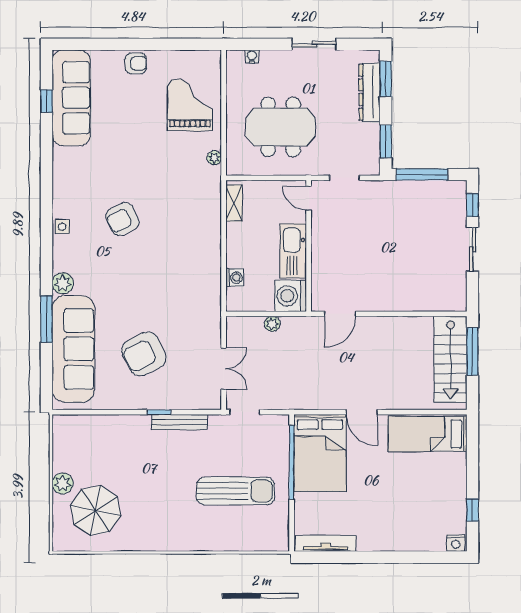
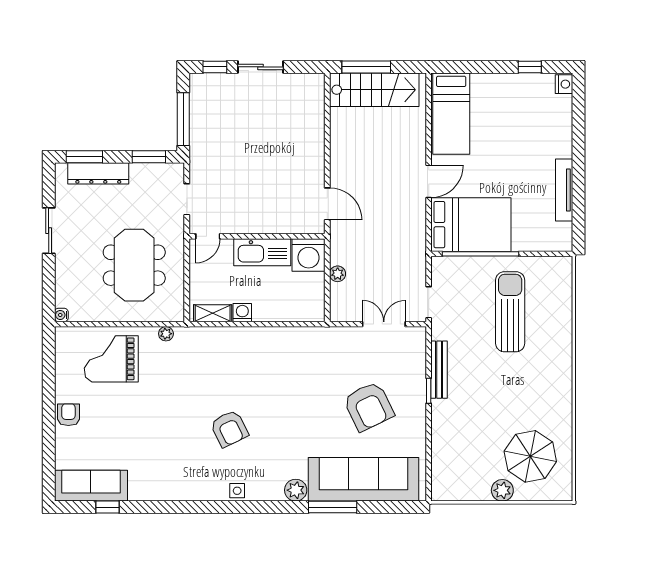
water cooler: (252, 56) -> (61, 315), moved
sofa: (71, 98) -> (91, 486), width x0.74, depth x0.79
washing machine: (235, 278) -> (242, 313), moved
tv unit: (326, 543) -> (564, 190), moved

